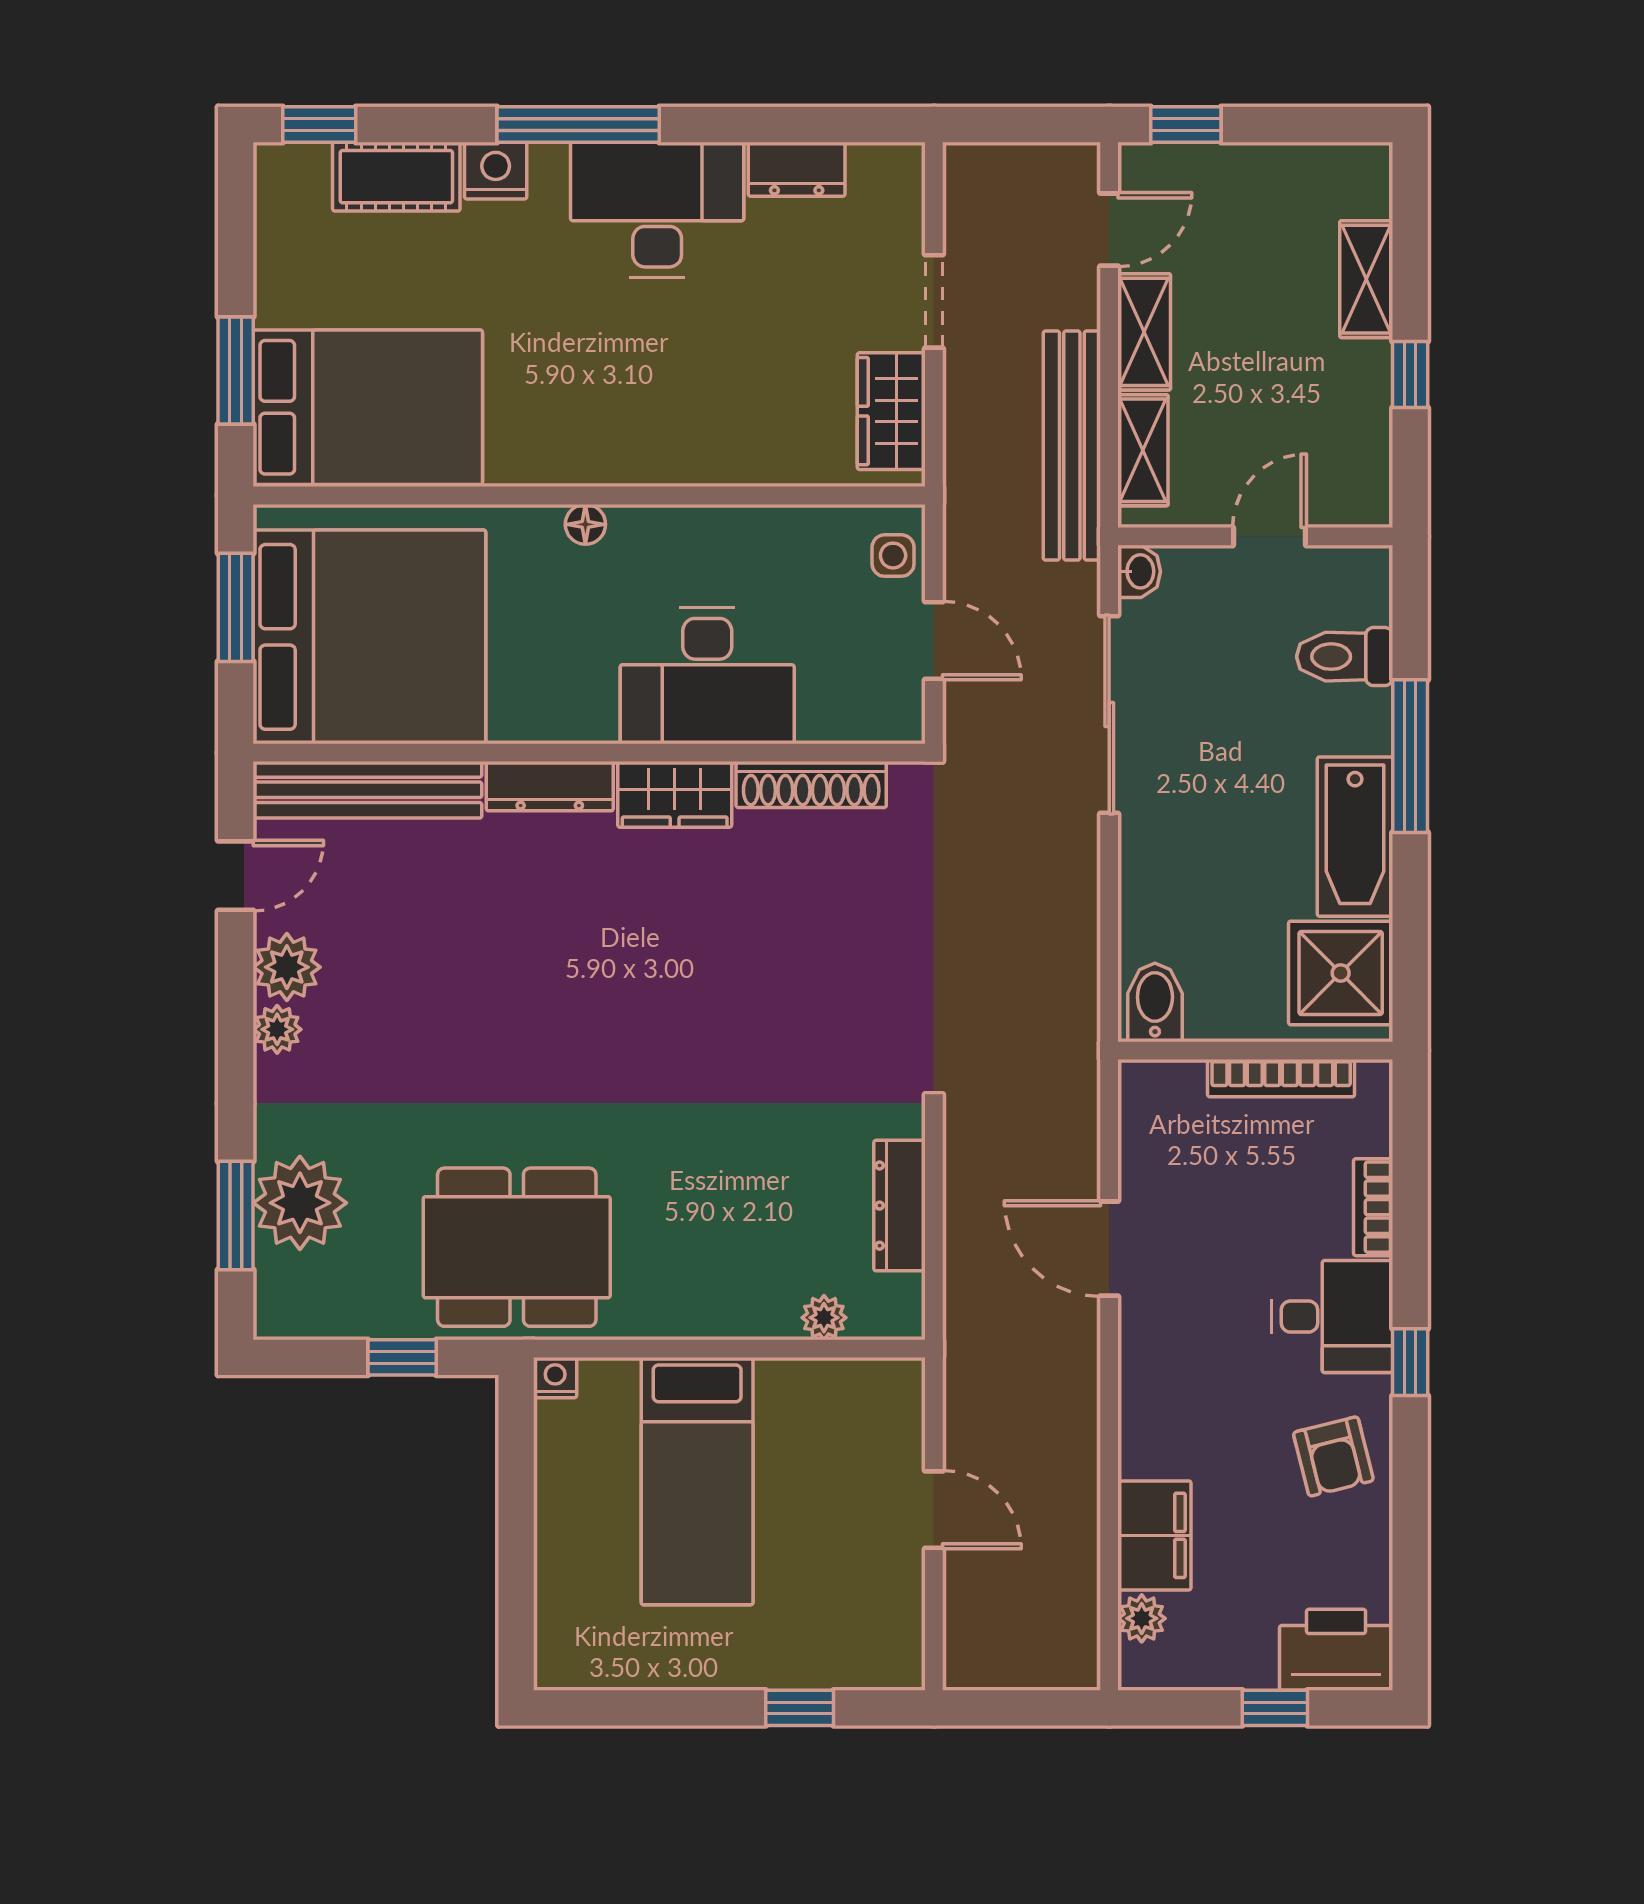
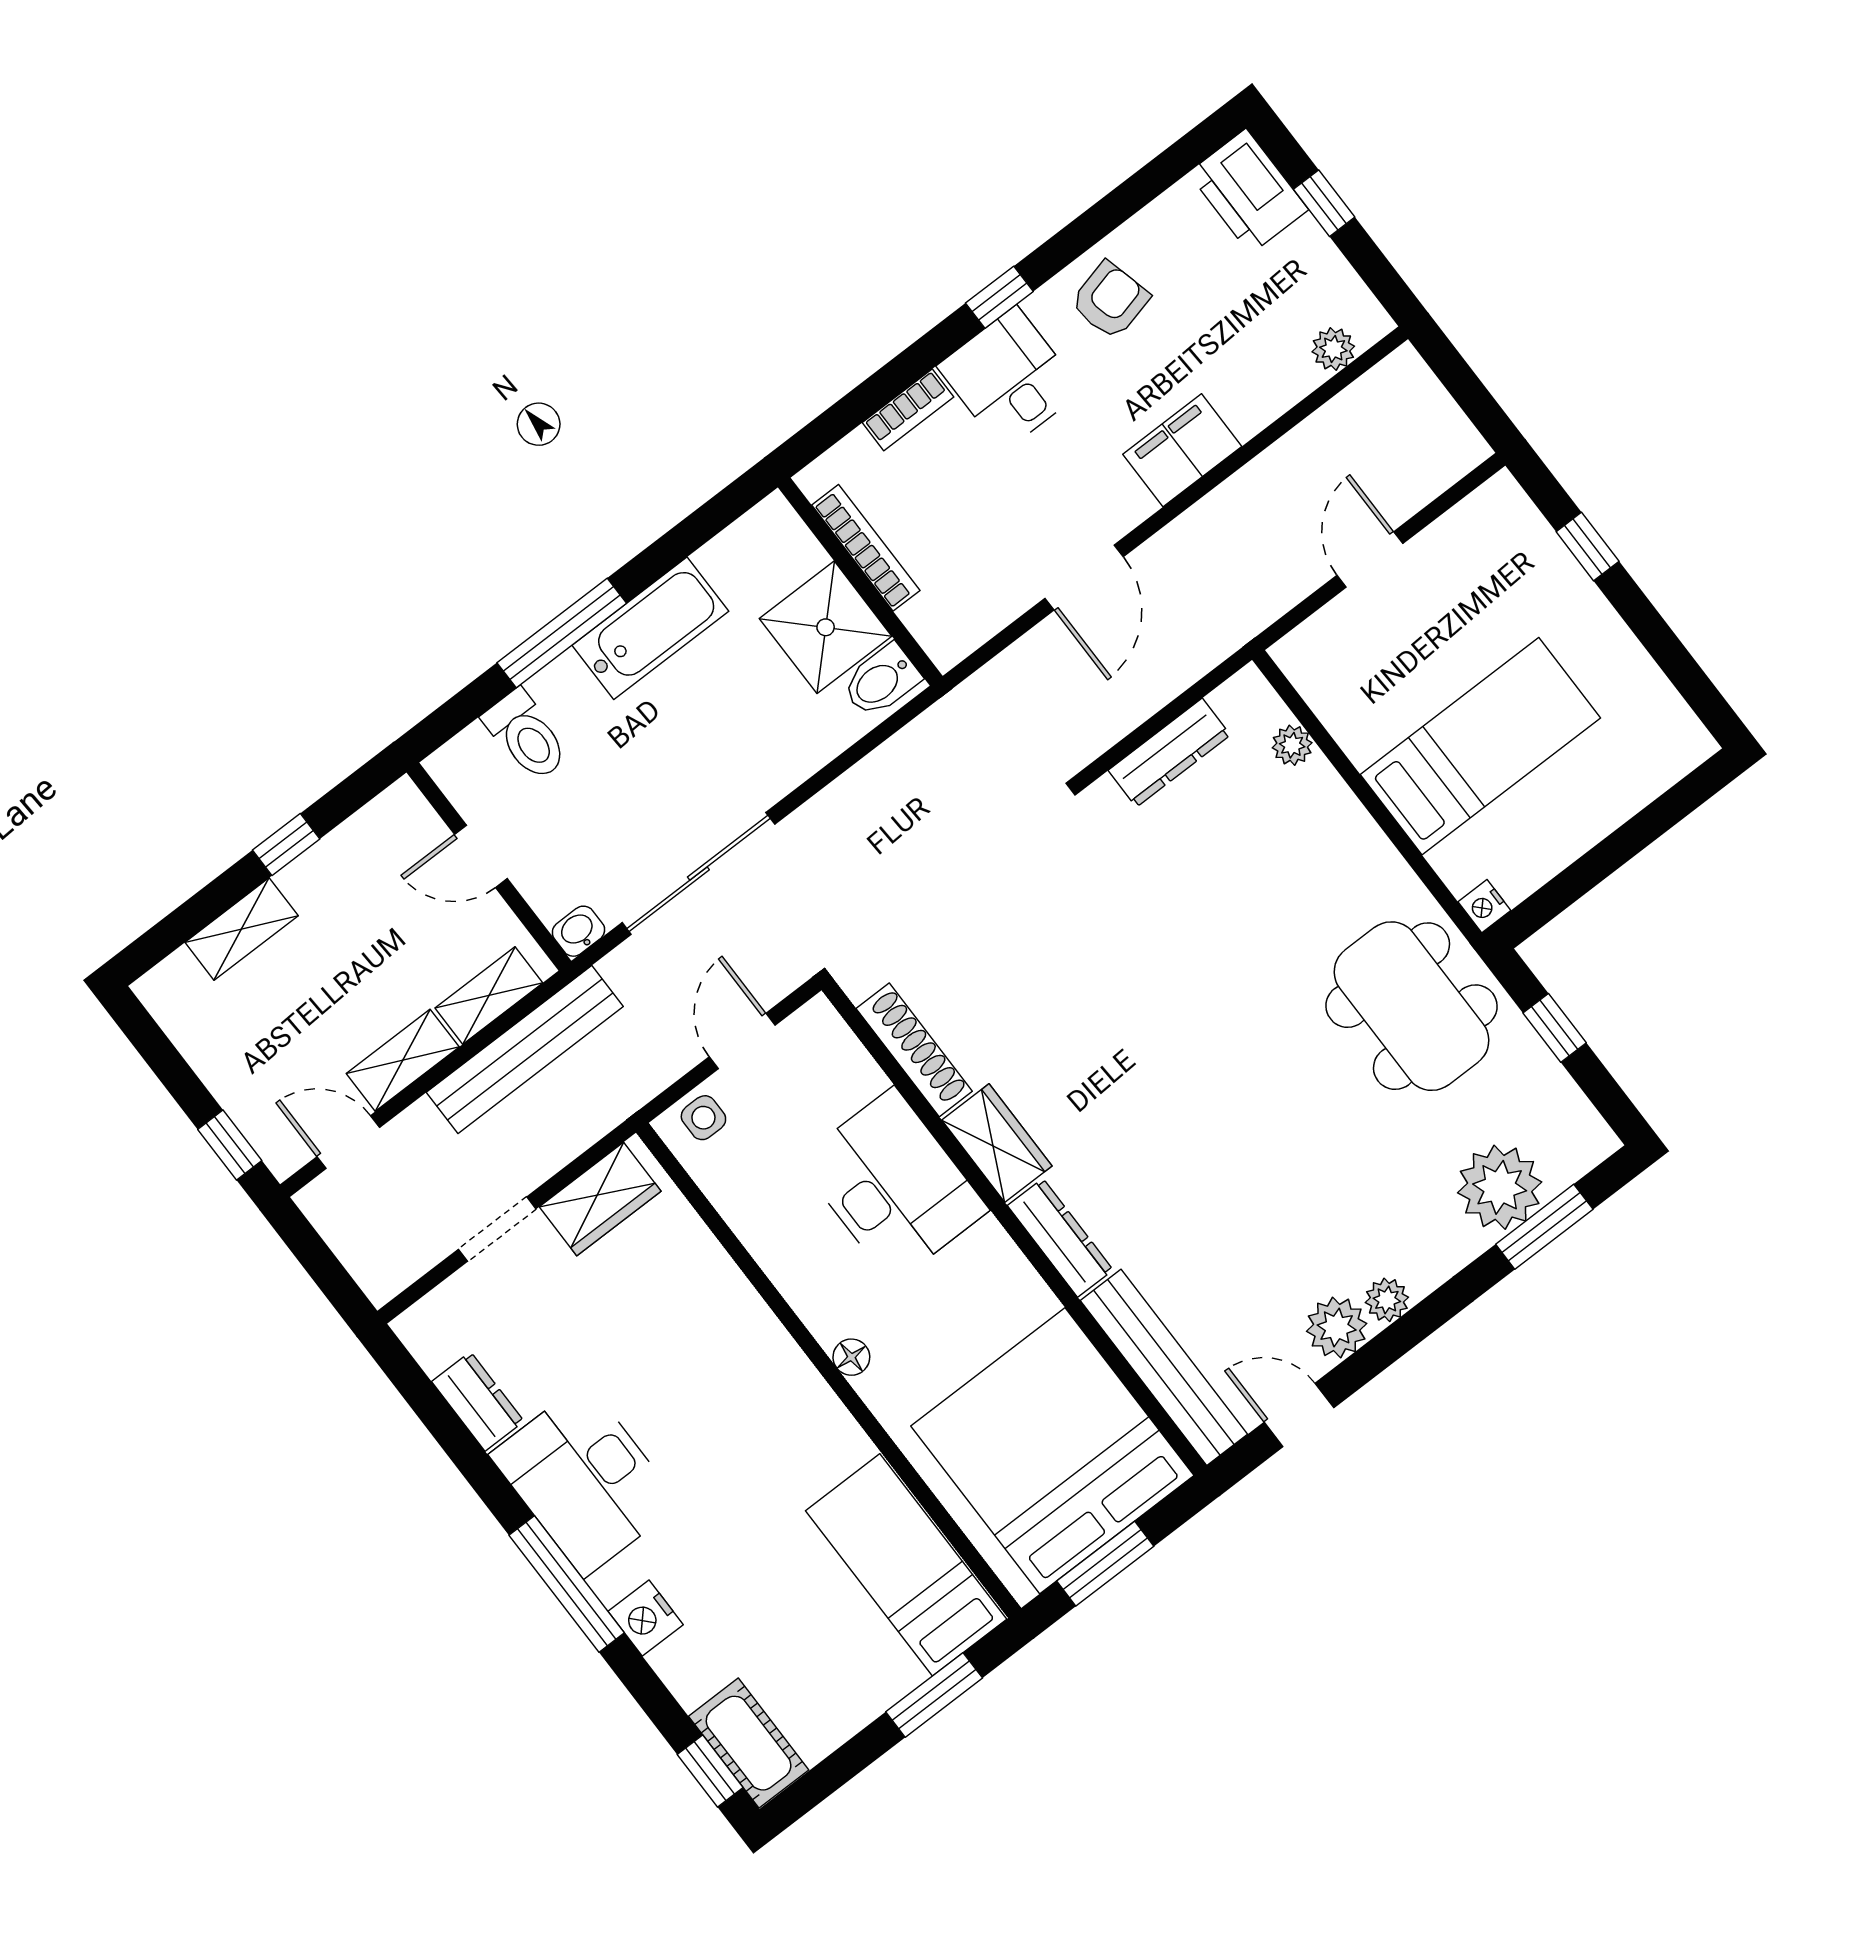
cot: (396, 177) -> (749, 1743), moved
bed: (368, 407) -> (906, 1565), width x0.67
shower: (1341, 973) -> (826, 627), moved
filing cabinet: (1154, 1535) -> (1182, 450), moved

